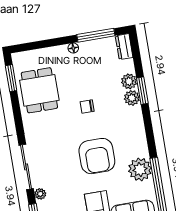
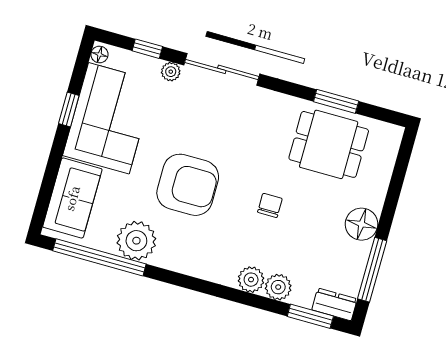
floor lamp: (73, 48) -> (362, 224), width x1.89, depth x1.89
window: (11, 78) -> (336, 101), moved
window: (142, 91) -> (310, 316), moved
armchair: (97, 156) -> (188, 185), turned 180

